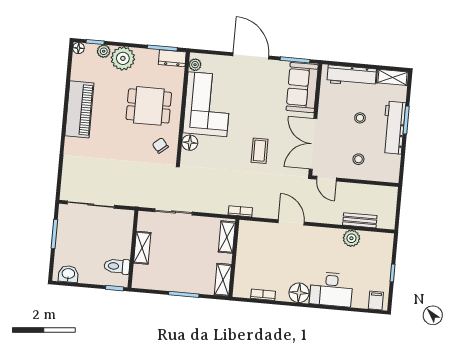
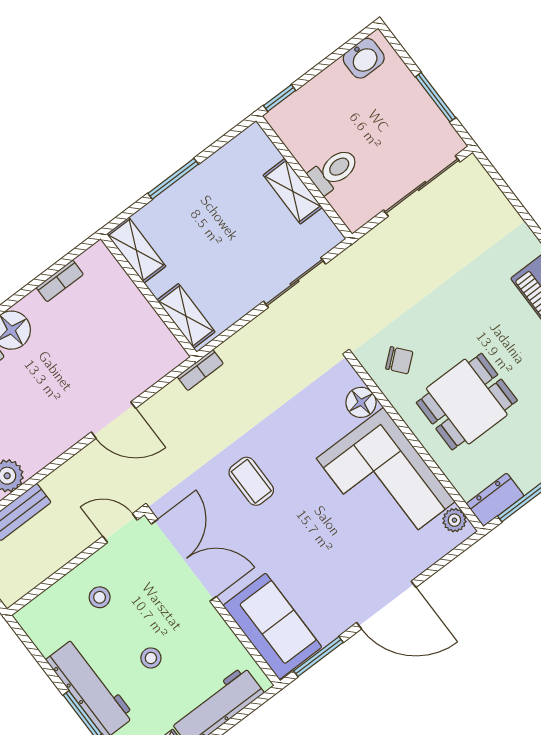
toilet: (117, 266) -> (334, 171), moved

